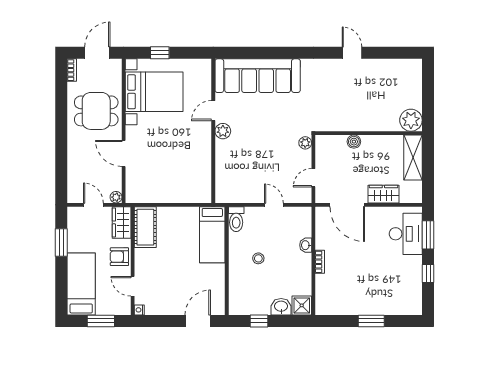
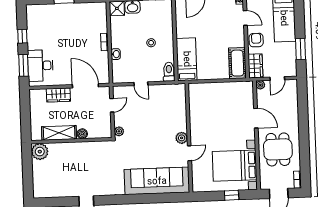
dining table: (96, 111) -> (278, 149), turned 90
shelving: (413, 158) -> (59, 133), moved, turned 90
door: (93, 205) -> (277, 78), hinge flipped
armchair: (119, 257) -> (256, 40), turned -90

